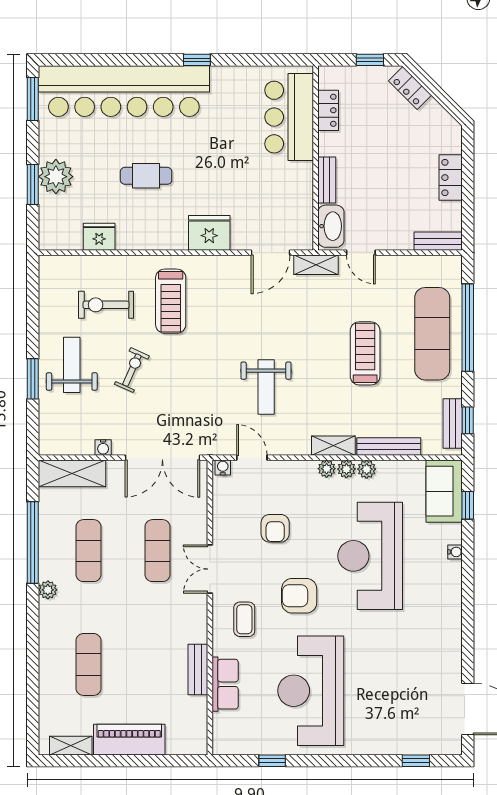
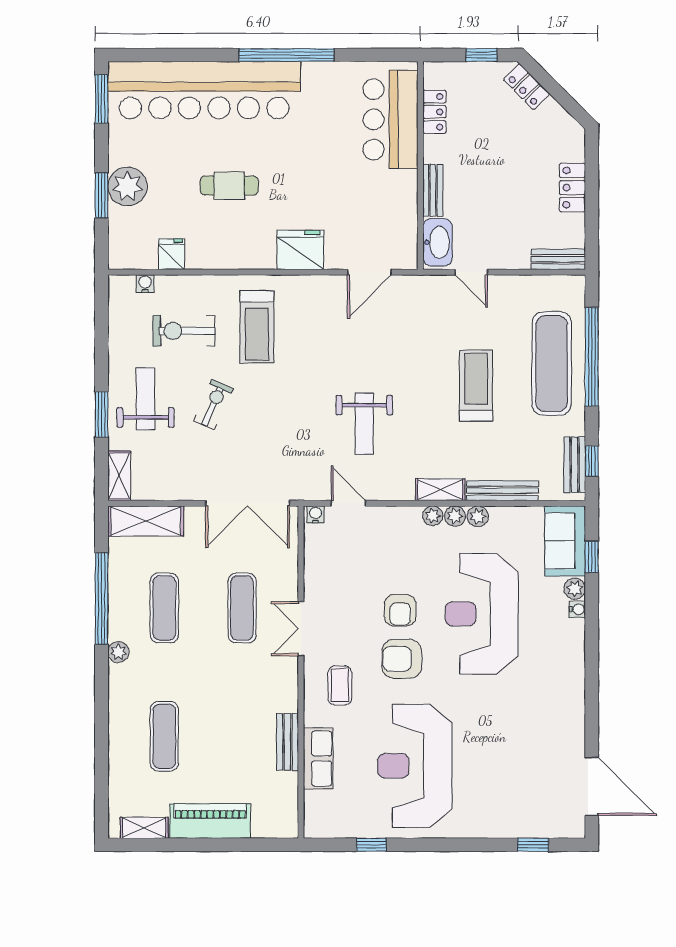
window: (197, 60) -> (286, 55), width x3.17
fridge: (99, 237) -> (171, 254), width x0.72
shelving: (316, 265) -> (119, 476), moved, turned 90
water cooler: (103, 448) -> (145, 284), moved, turned 180
armchair: (275, 528) -> (400, 610), moved
plant: (453, 534) -> (575, 589), added

